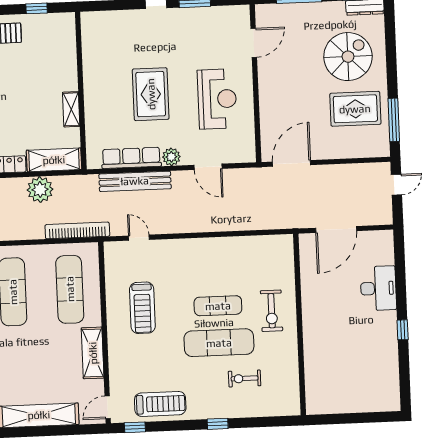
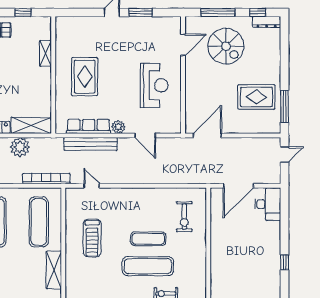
spiral stairs: (348, 57) -> (226, 46), moved, turned 90
rug: (151, 94) -> (85, 77), moved
shelving: (71, 109) -> (45, 53), moved
desk: (378, 288) -> (268, 204), moved
exercise bike: (272, 311) -> (184, 217), moved

